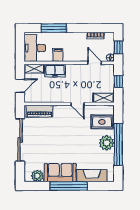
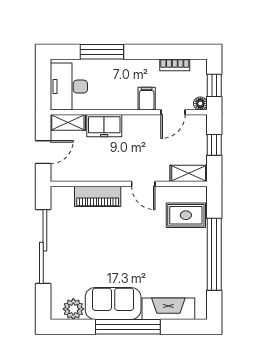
filing cabinet: (58, 55) -> (147, 99), moved
door: (95, 63) -> (173, 112), swing flipped
piano: (39, 111) -> (98, 196), moved
plant: (107, 143) -> (194, 252), removed

